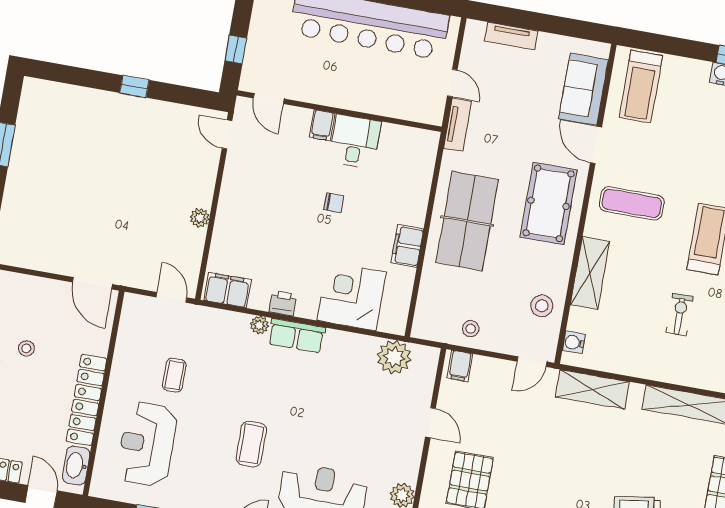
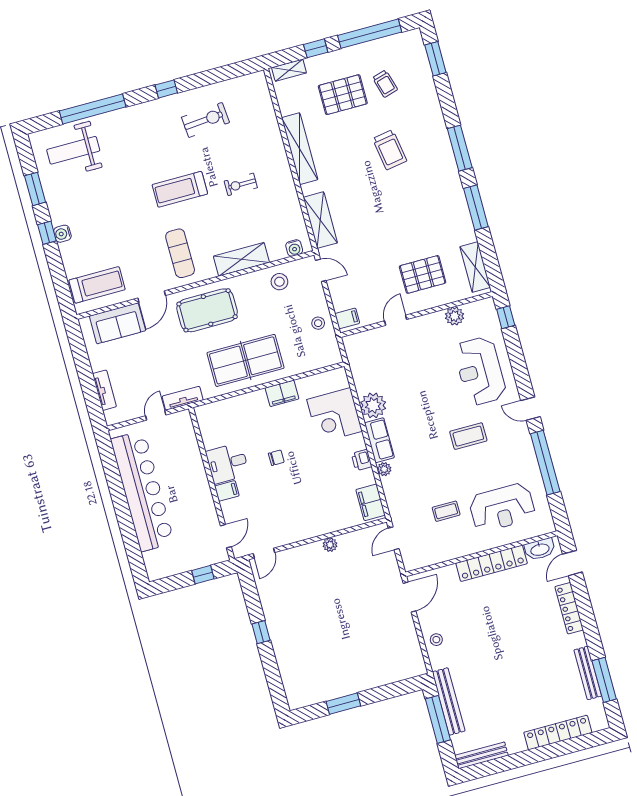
chair: (334, 203) -> (276, 458), turned 90
stool: (26, 348) -> (436, 640), moved
plant: (394, 357) -> (373, 405), moved

